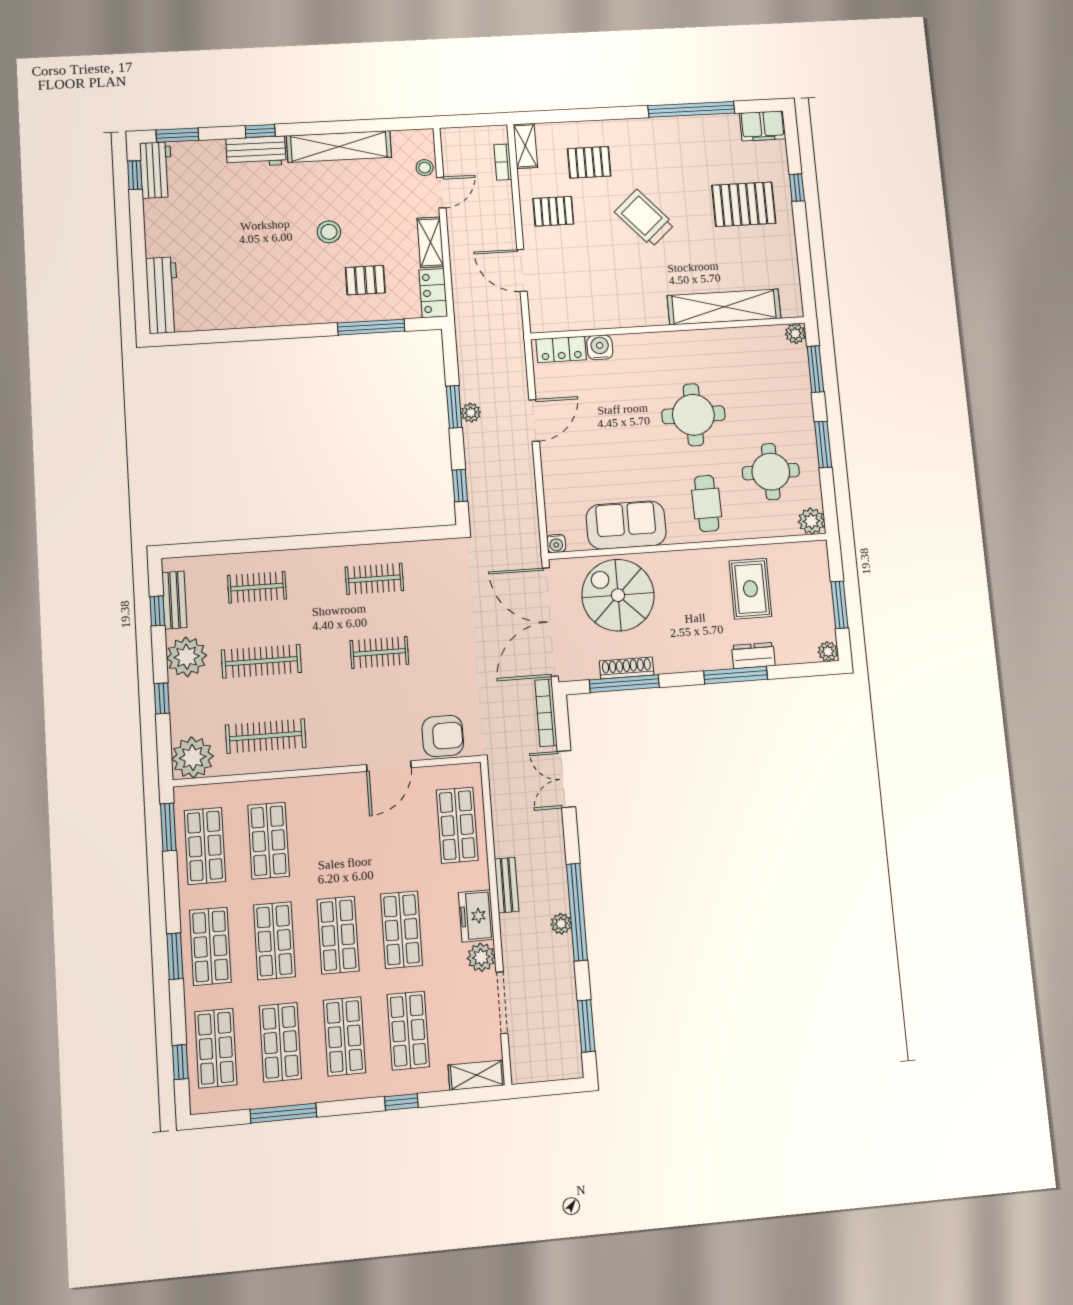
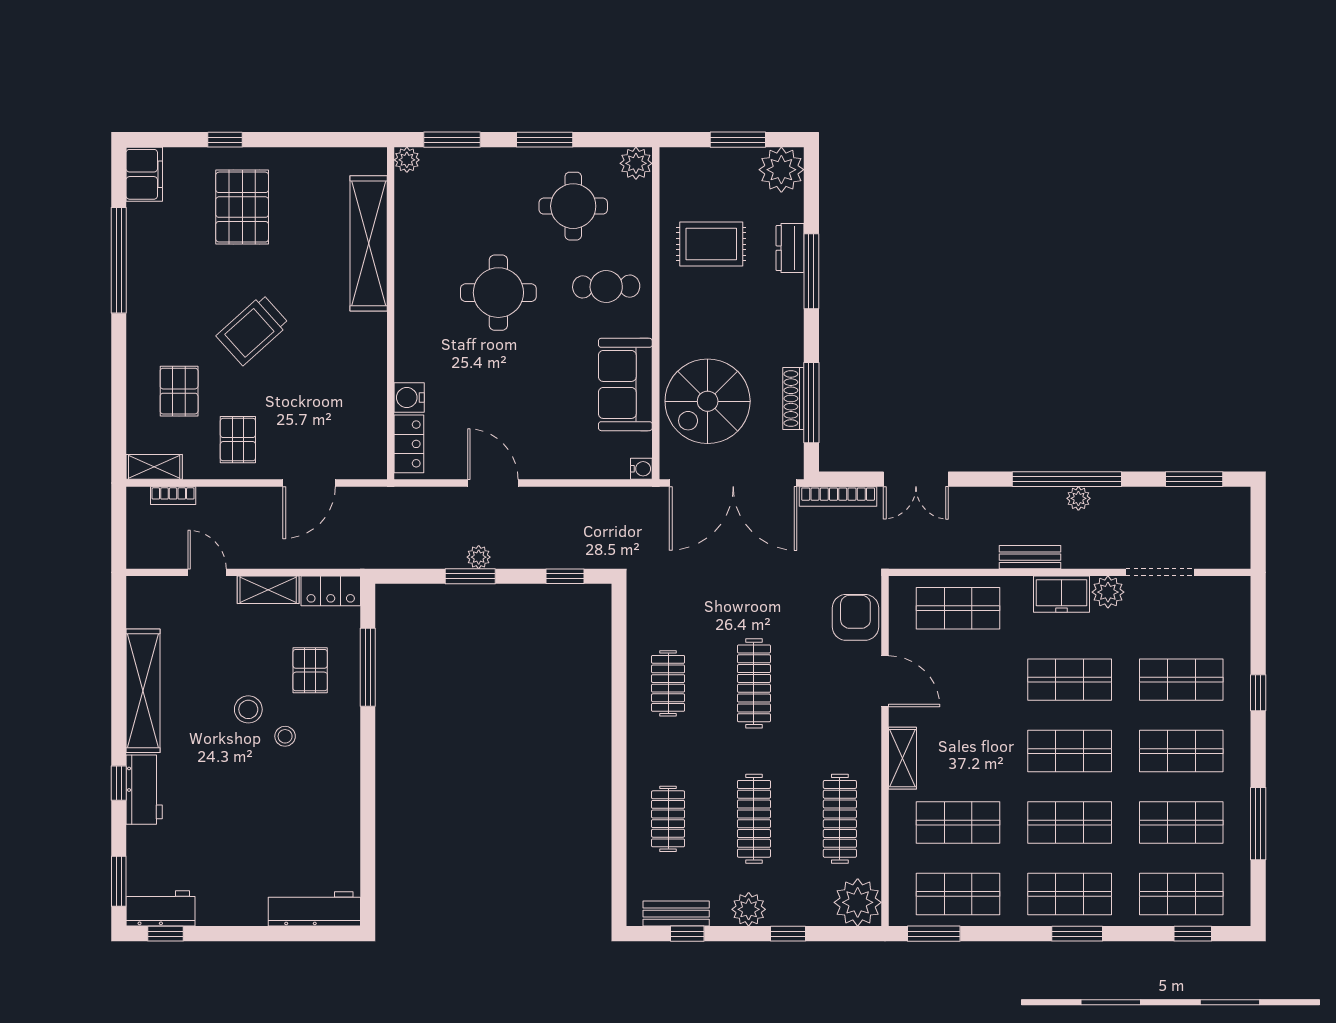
stool: (425, 168) -> (285, 736), moved
clothes rail: (379, 652) -> (754, 683), width x1.36
plant: (828, 652) -> (781, 170), width x1.88, depth x1.88
plant: (187, 657) -> (749, 909), width x0.73, depth x0.73
shelving: (476, 1075) -> (903, 758), moved

